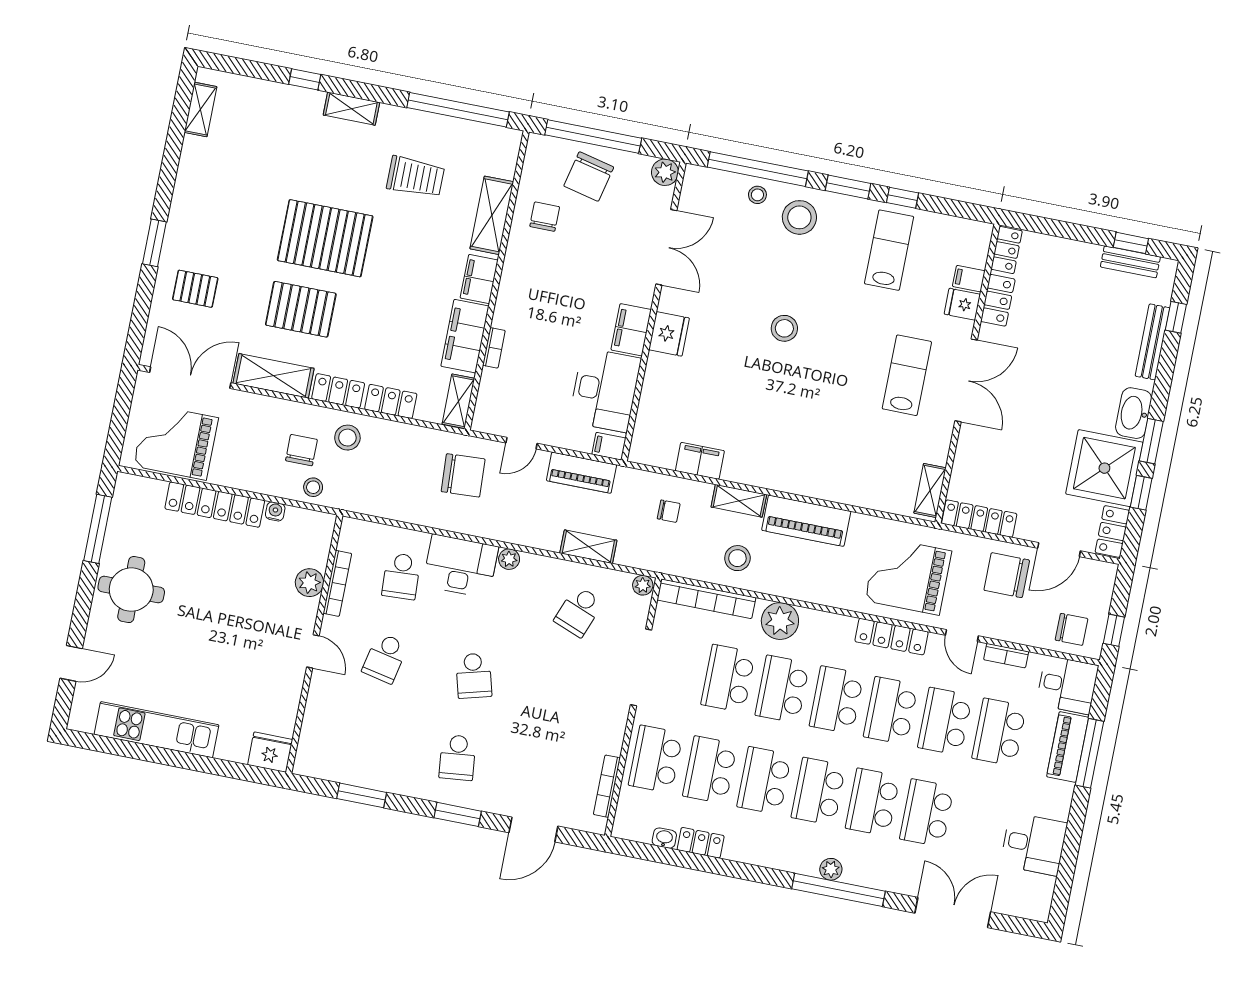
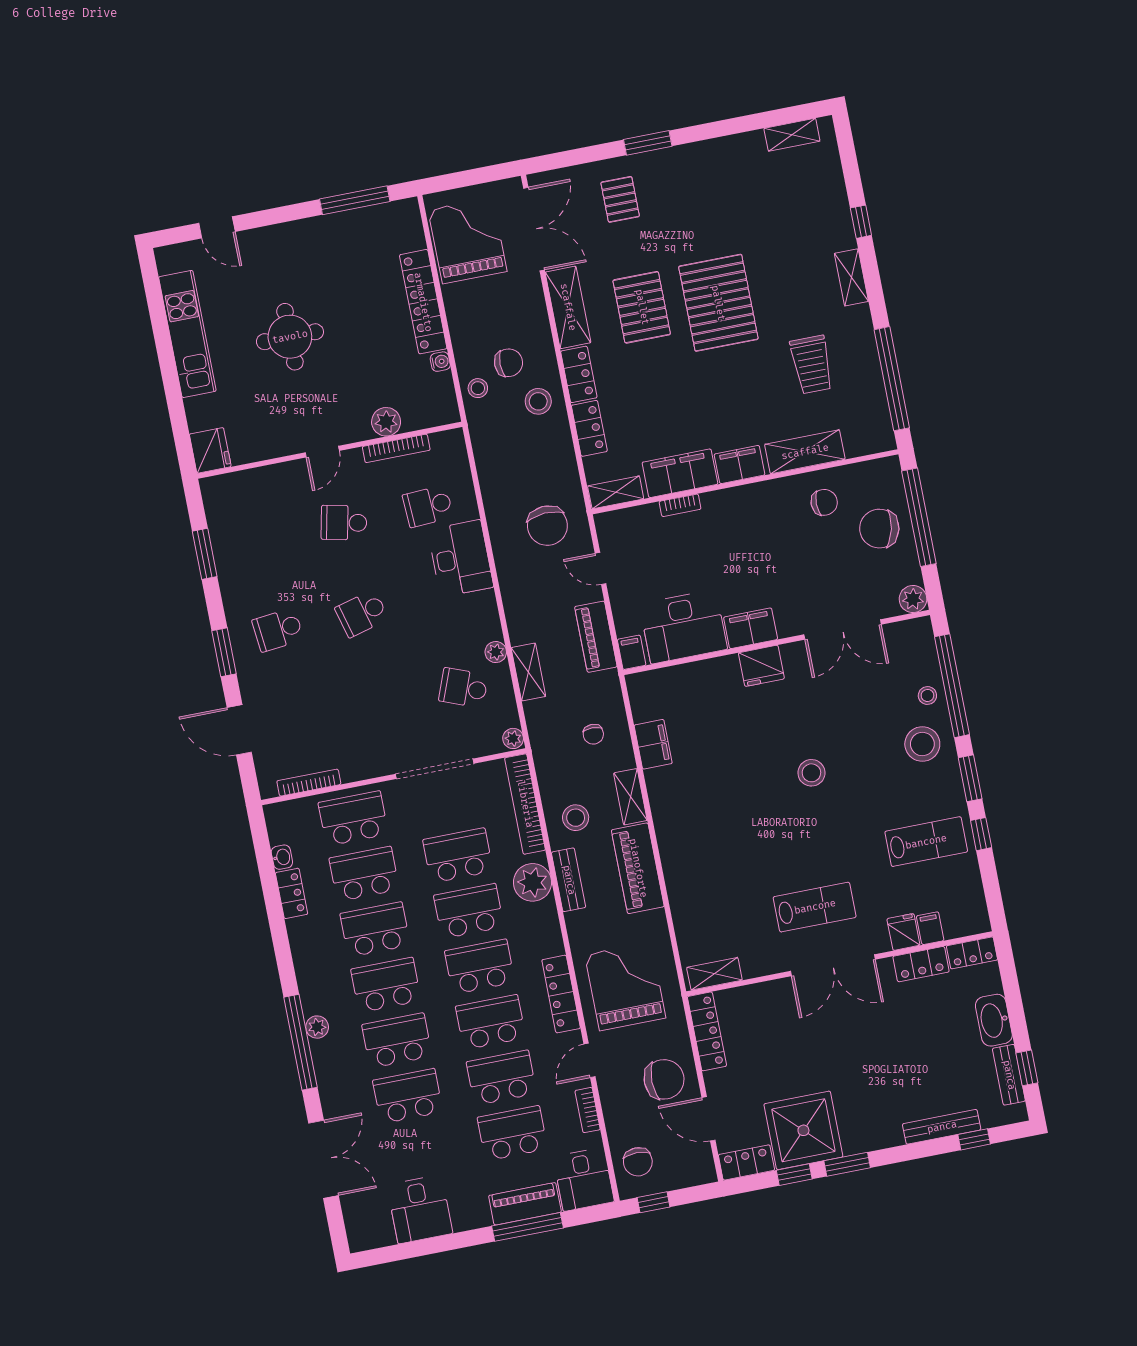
washbasin: (1134, 413) -> (994, 1020), moved, turned -90
plant: (509, 559) -> (496, 652), moved
chair: (1007, 575) -> (664, 1079), turned 90
bench: (791, 587) -> (569, 880), added
round table: (131, 590) -> (290, 337), moved

